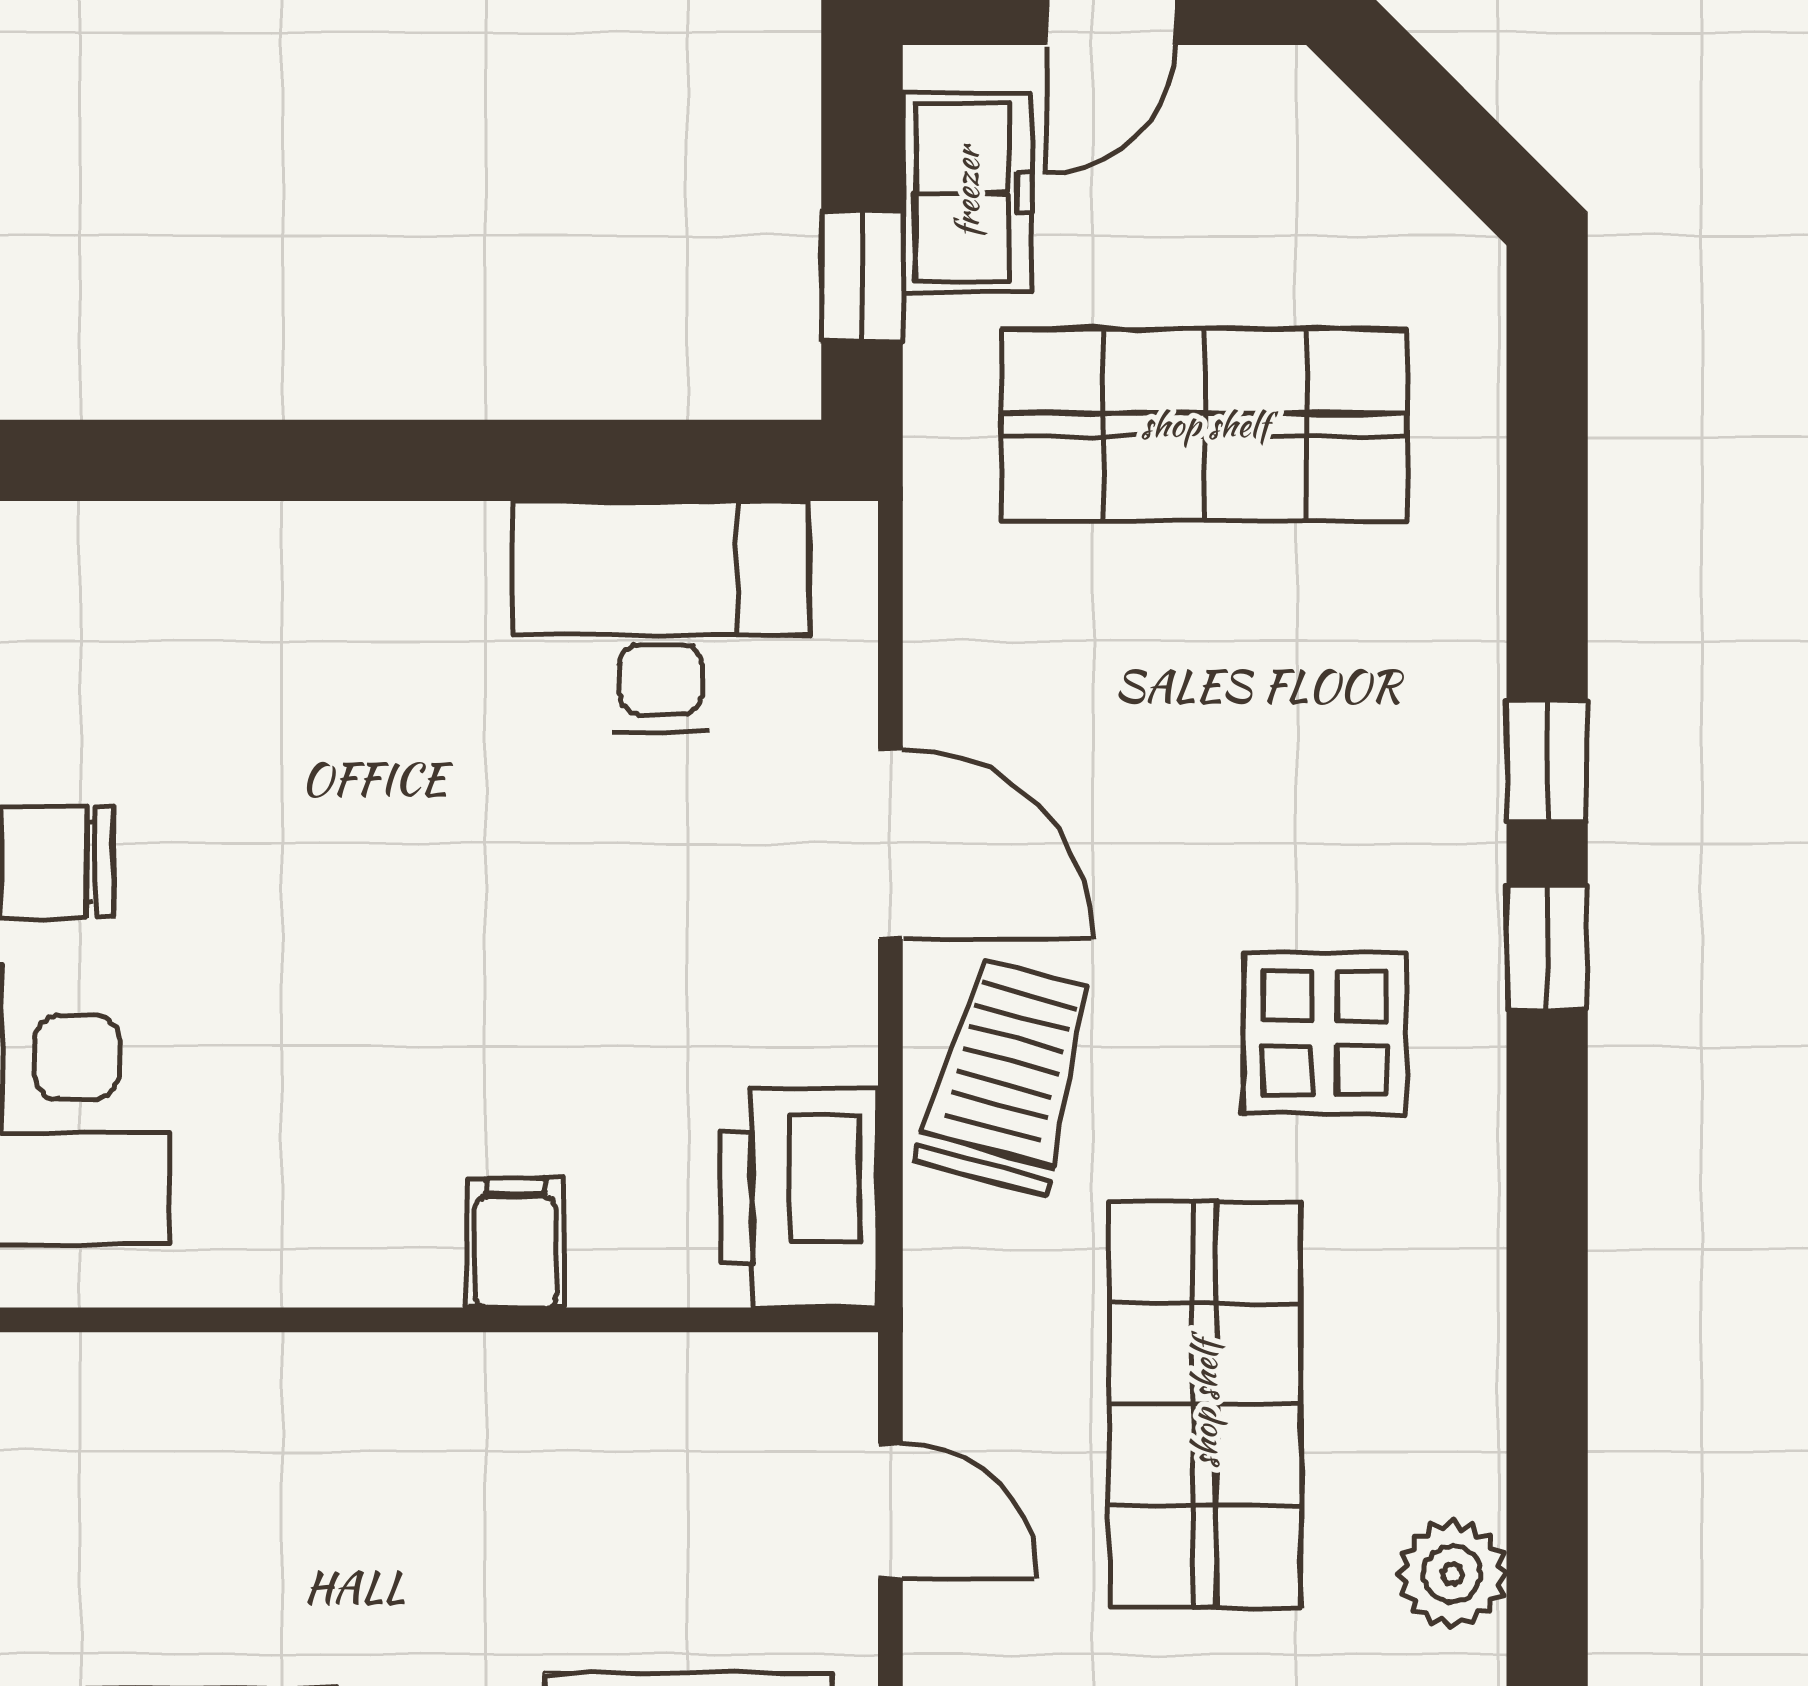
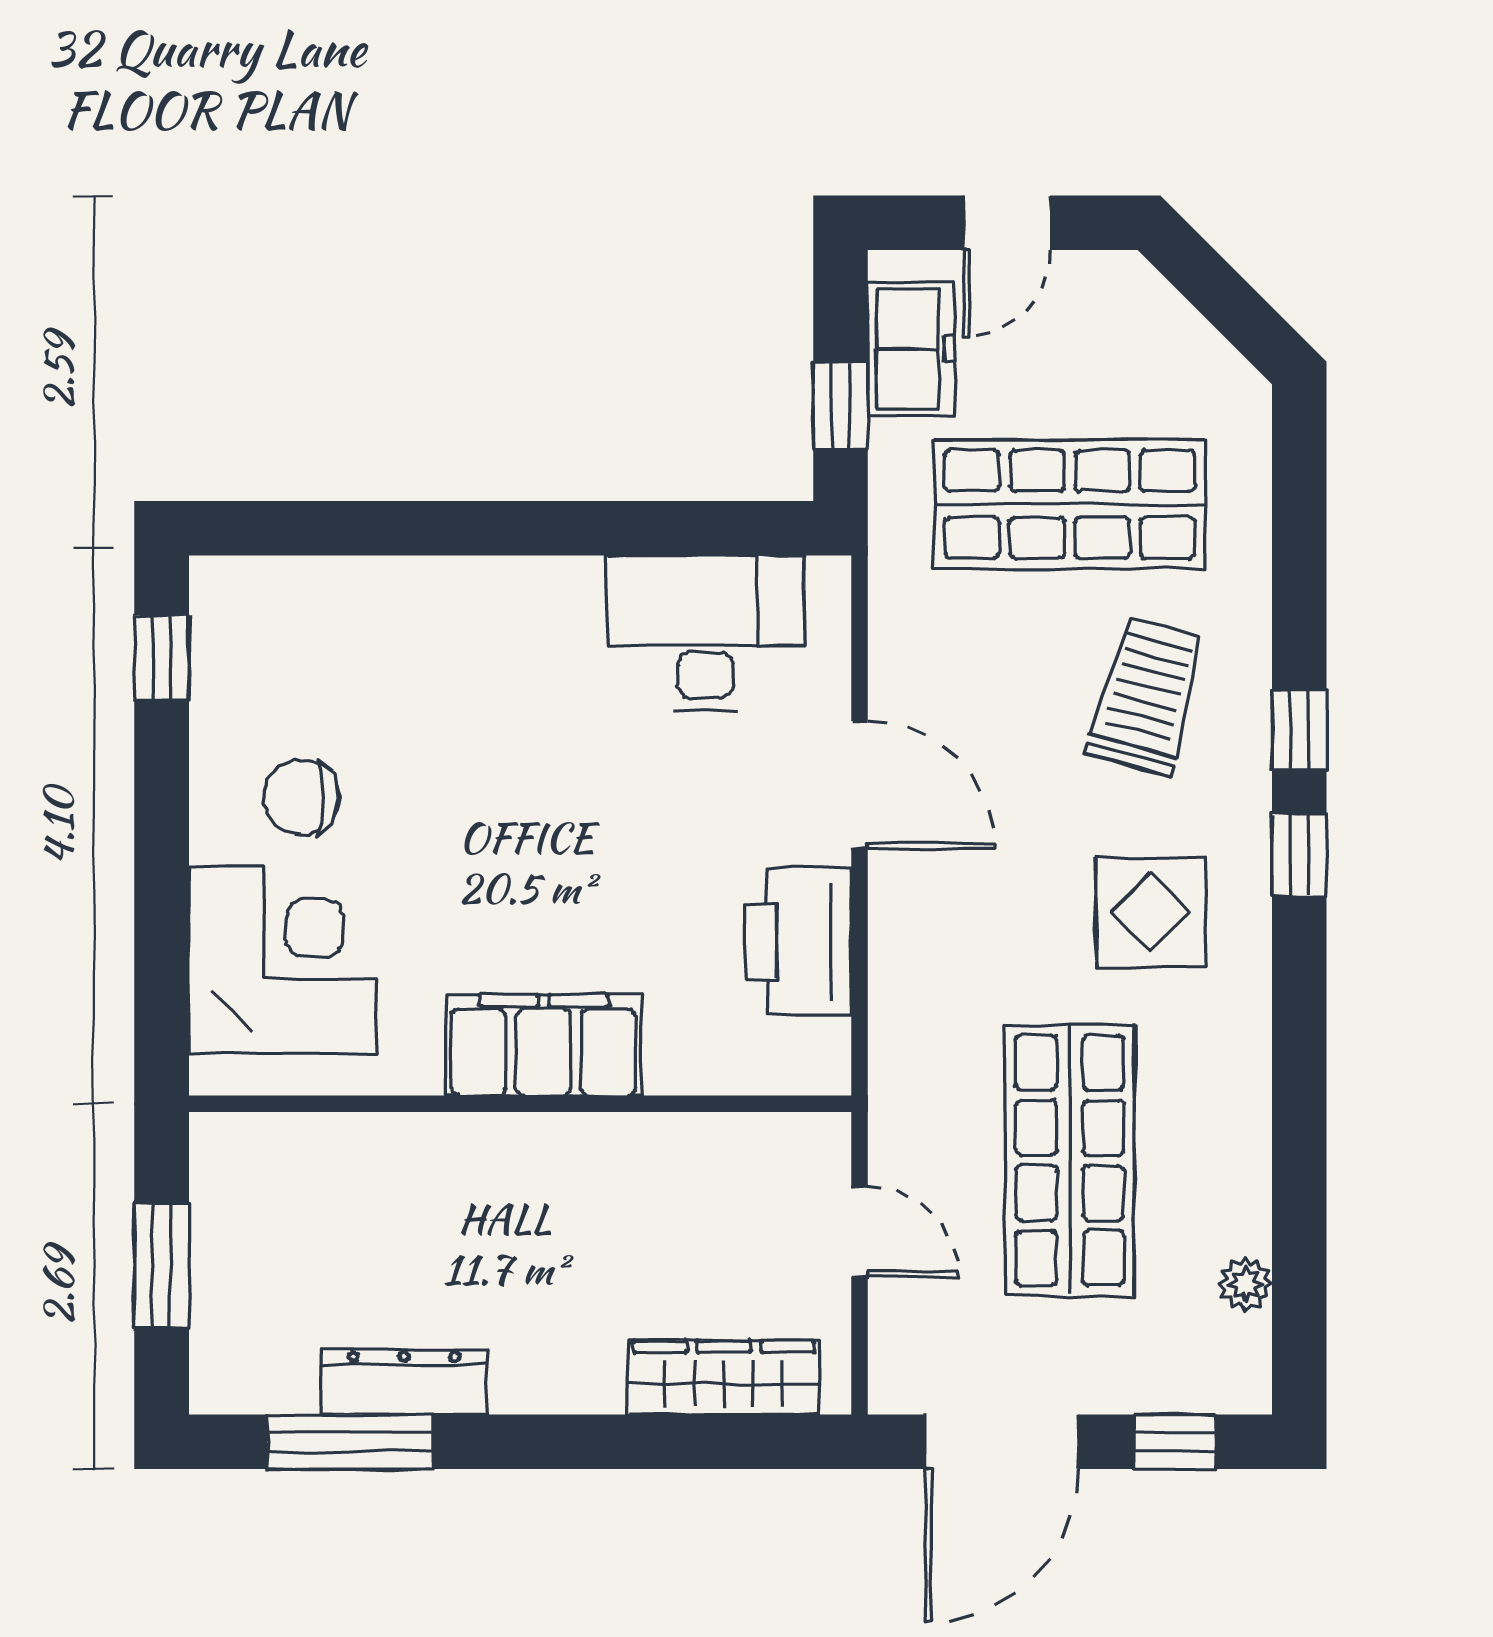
trolley: (1007, 1076) -> (1146, 697), moved
printer: (799, 1198) -> (798, 941), moved
filing cabinet: (516, 1243) -> (543, 1045), width x3.00, depth x1.17
plant: (1452, 1574) -> (1246, 1284), width x0.73, depth x0.73

